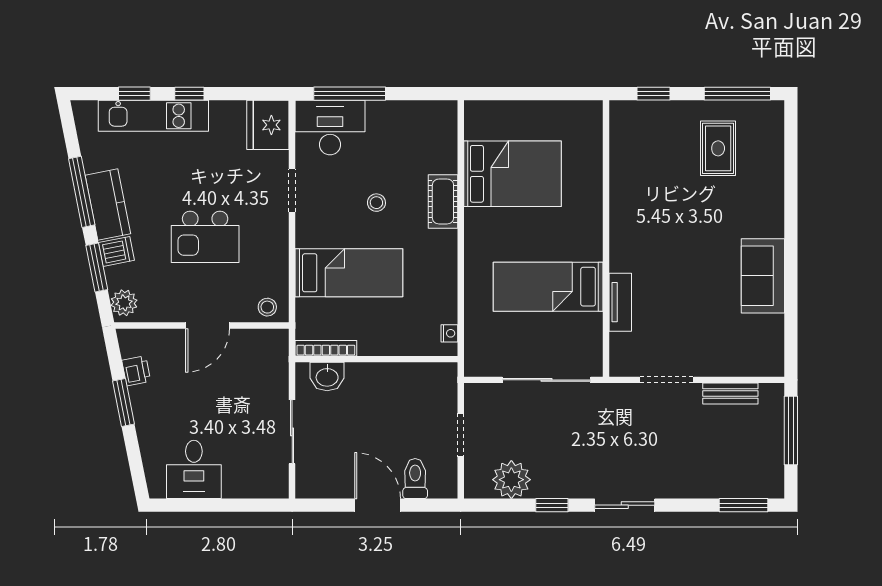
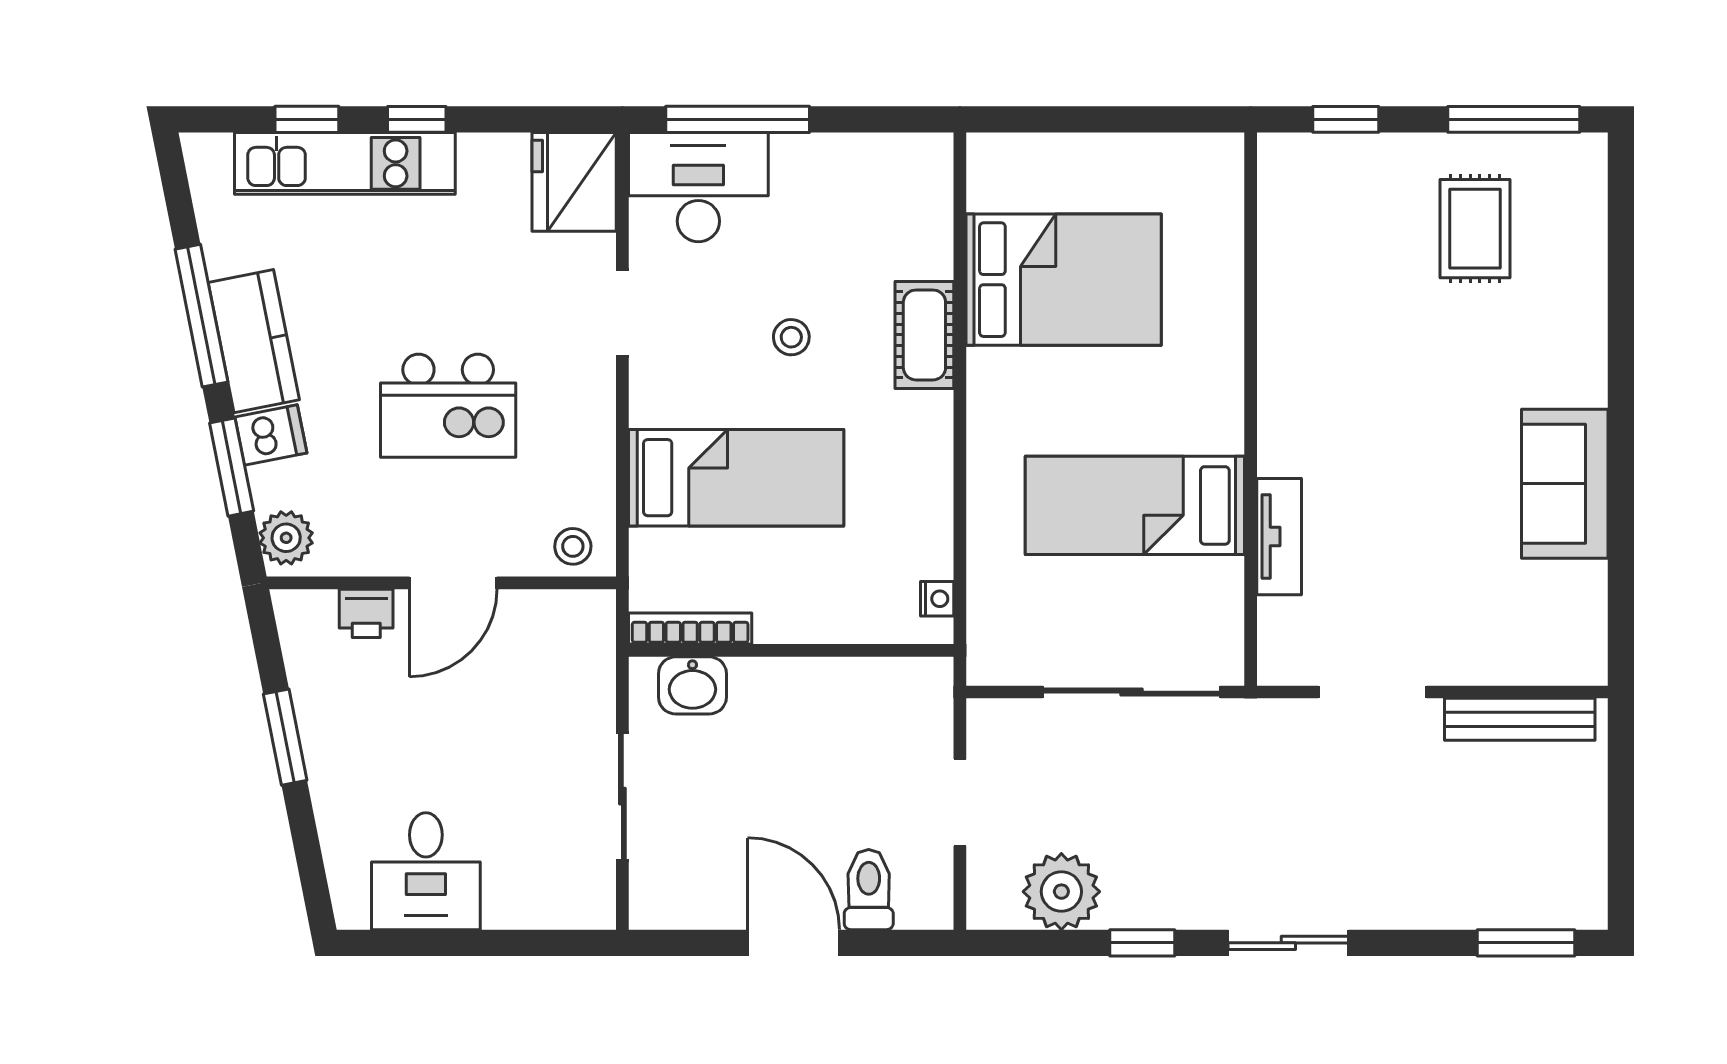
printer: (136, 371) -> (366, 613), moved, turned 101
bench: (730, 394) -> (1520, 719), width x1.36
window: (791, 430) -> (1621, 793), removed

